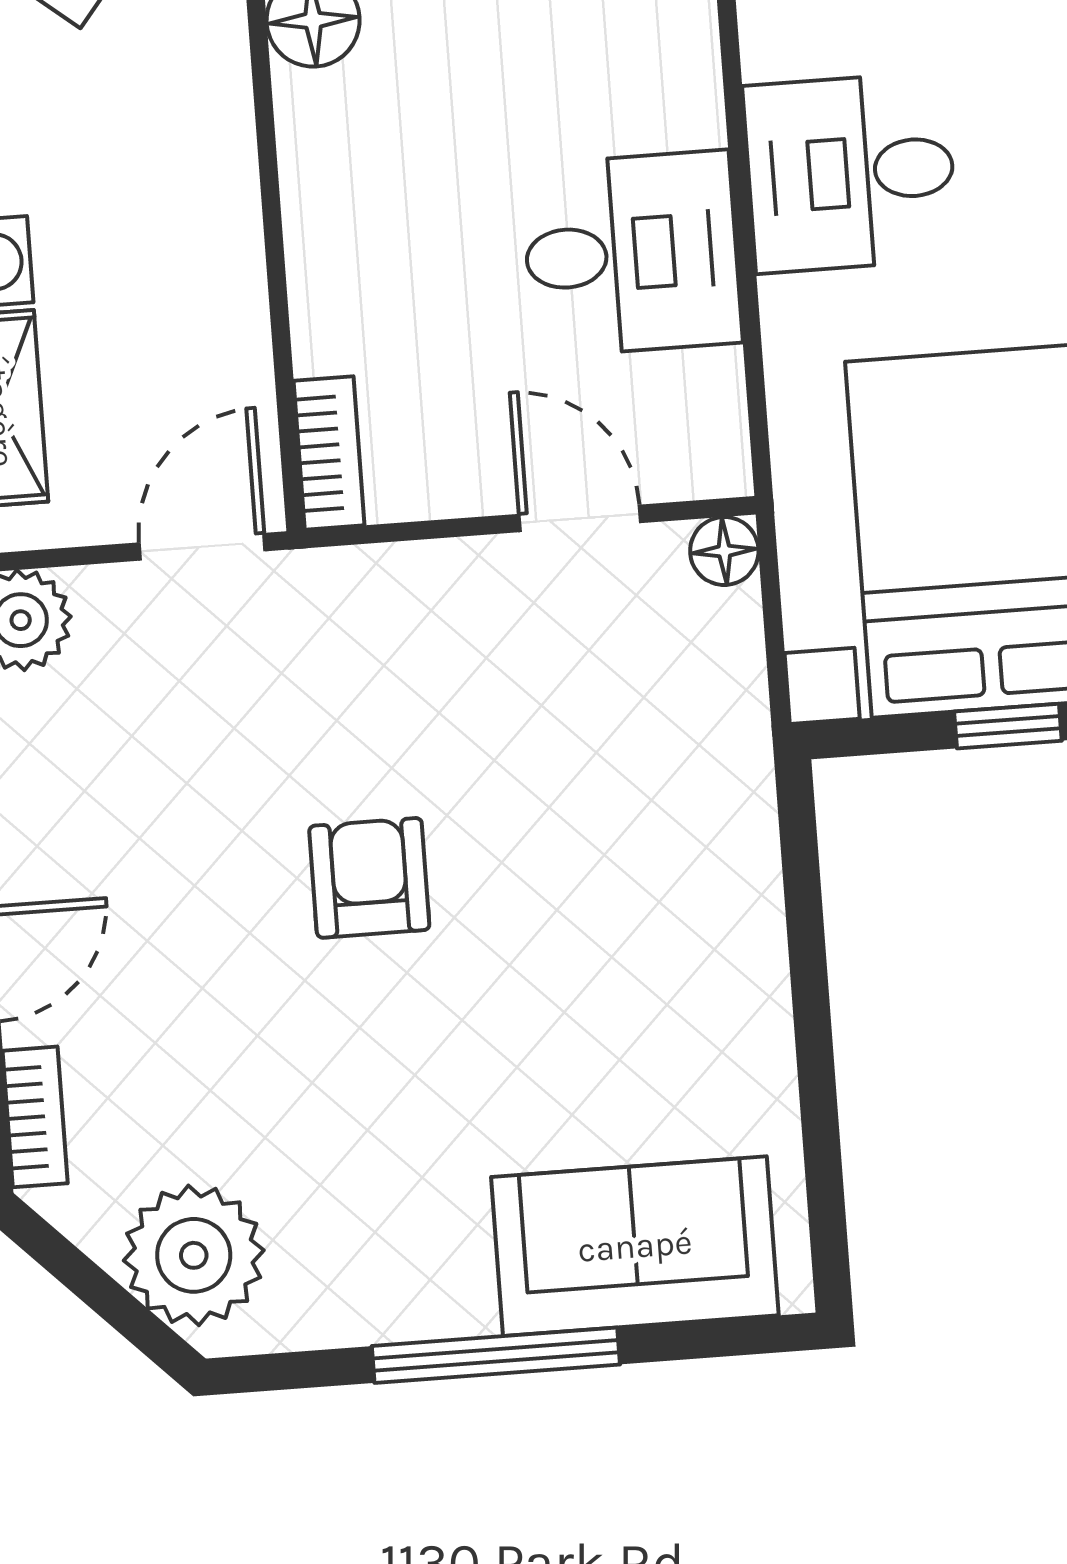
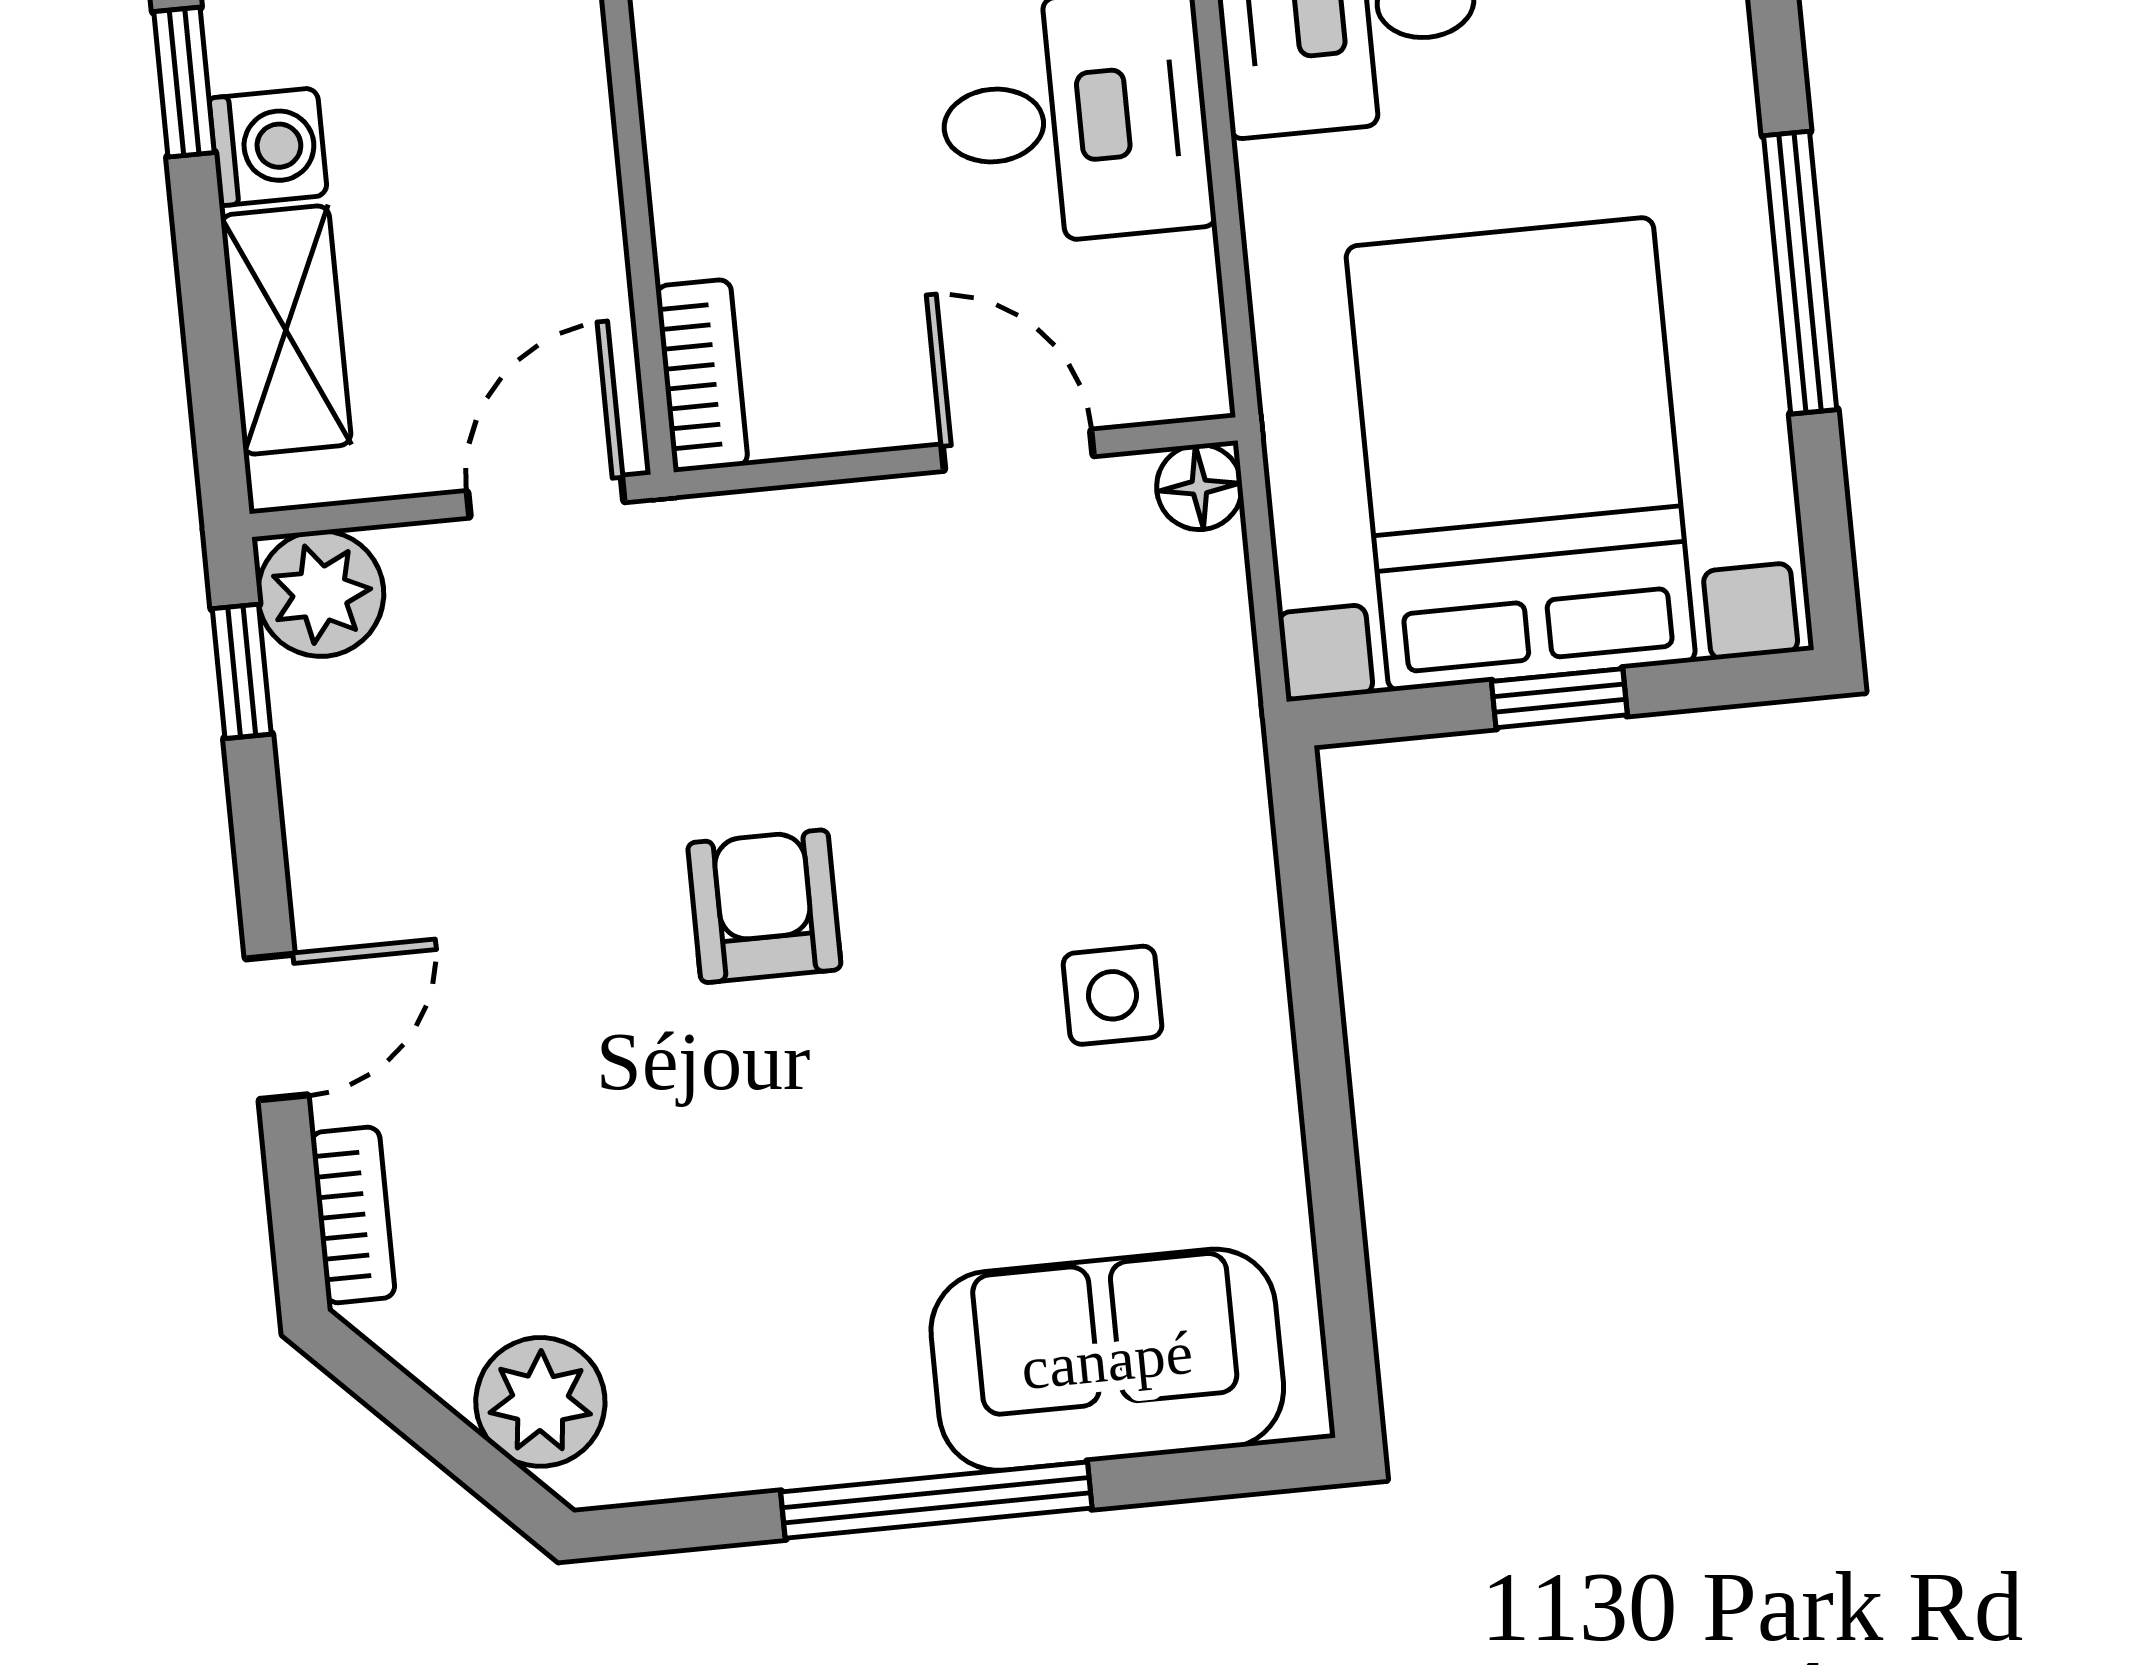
side table: (646, 955) -> (1112, 995), added
plant: (194, 1255) -> (540, 1402), width x0.73, depth x0.73

